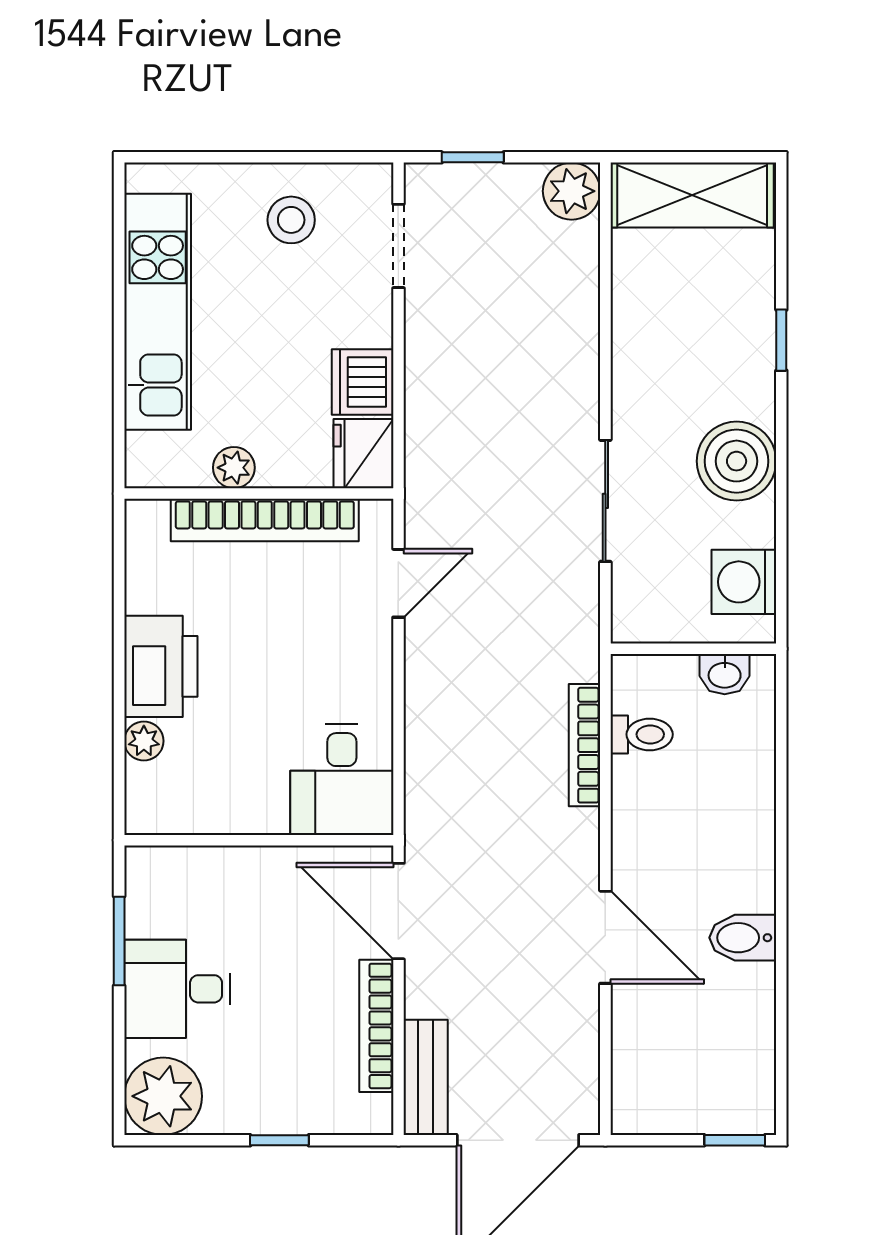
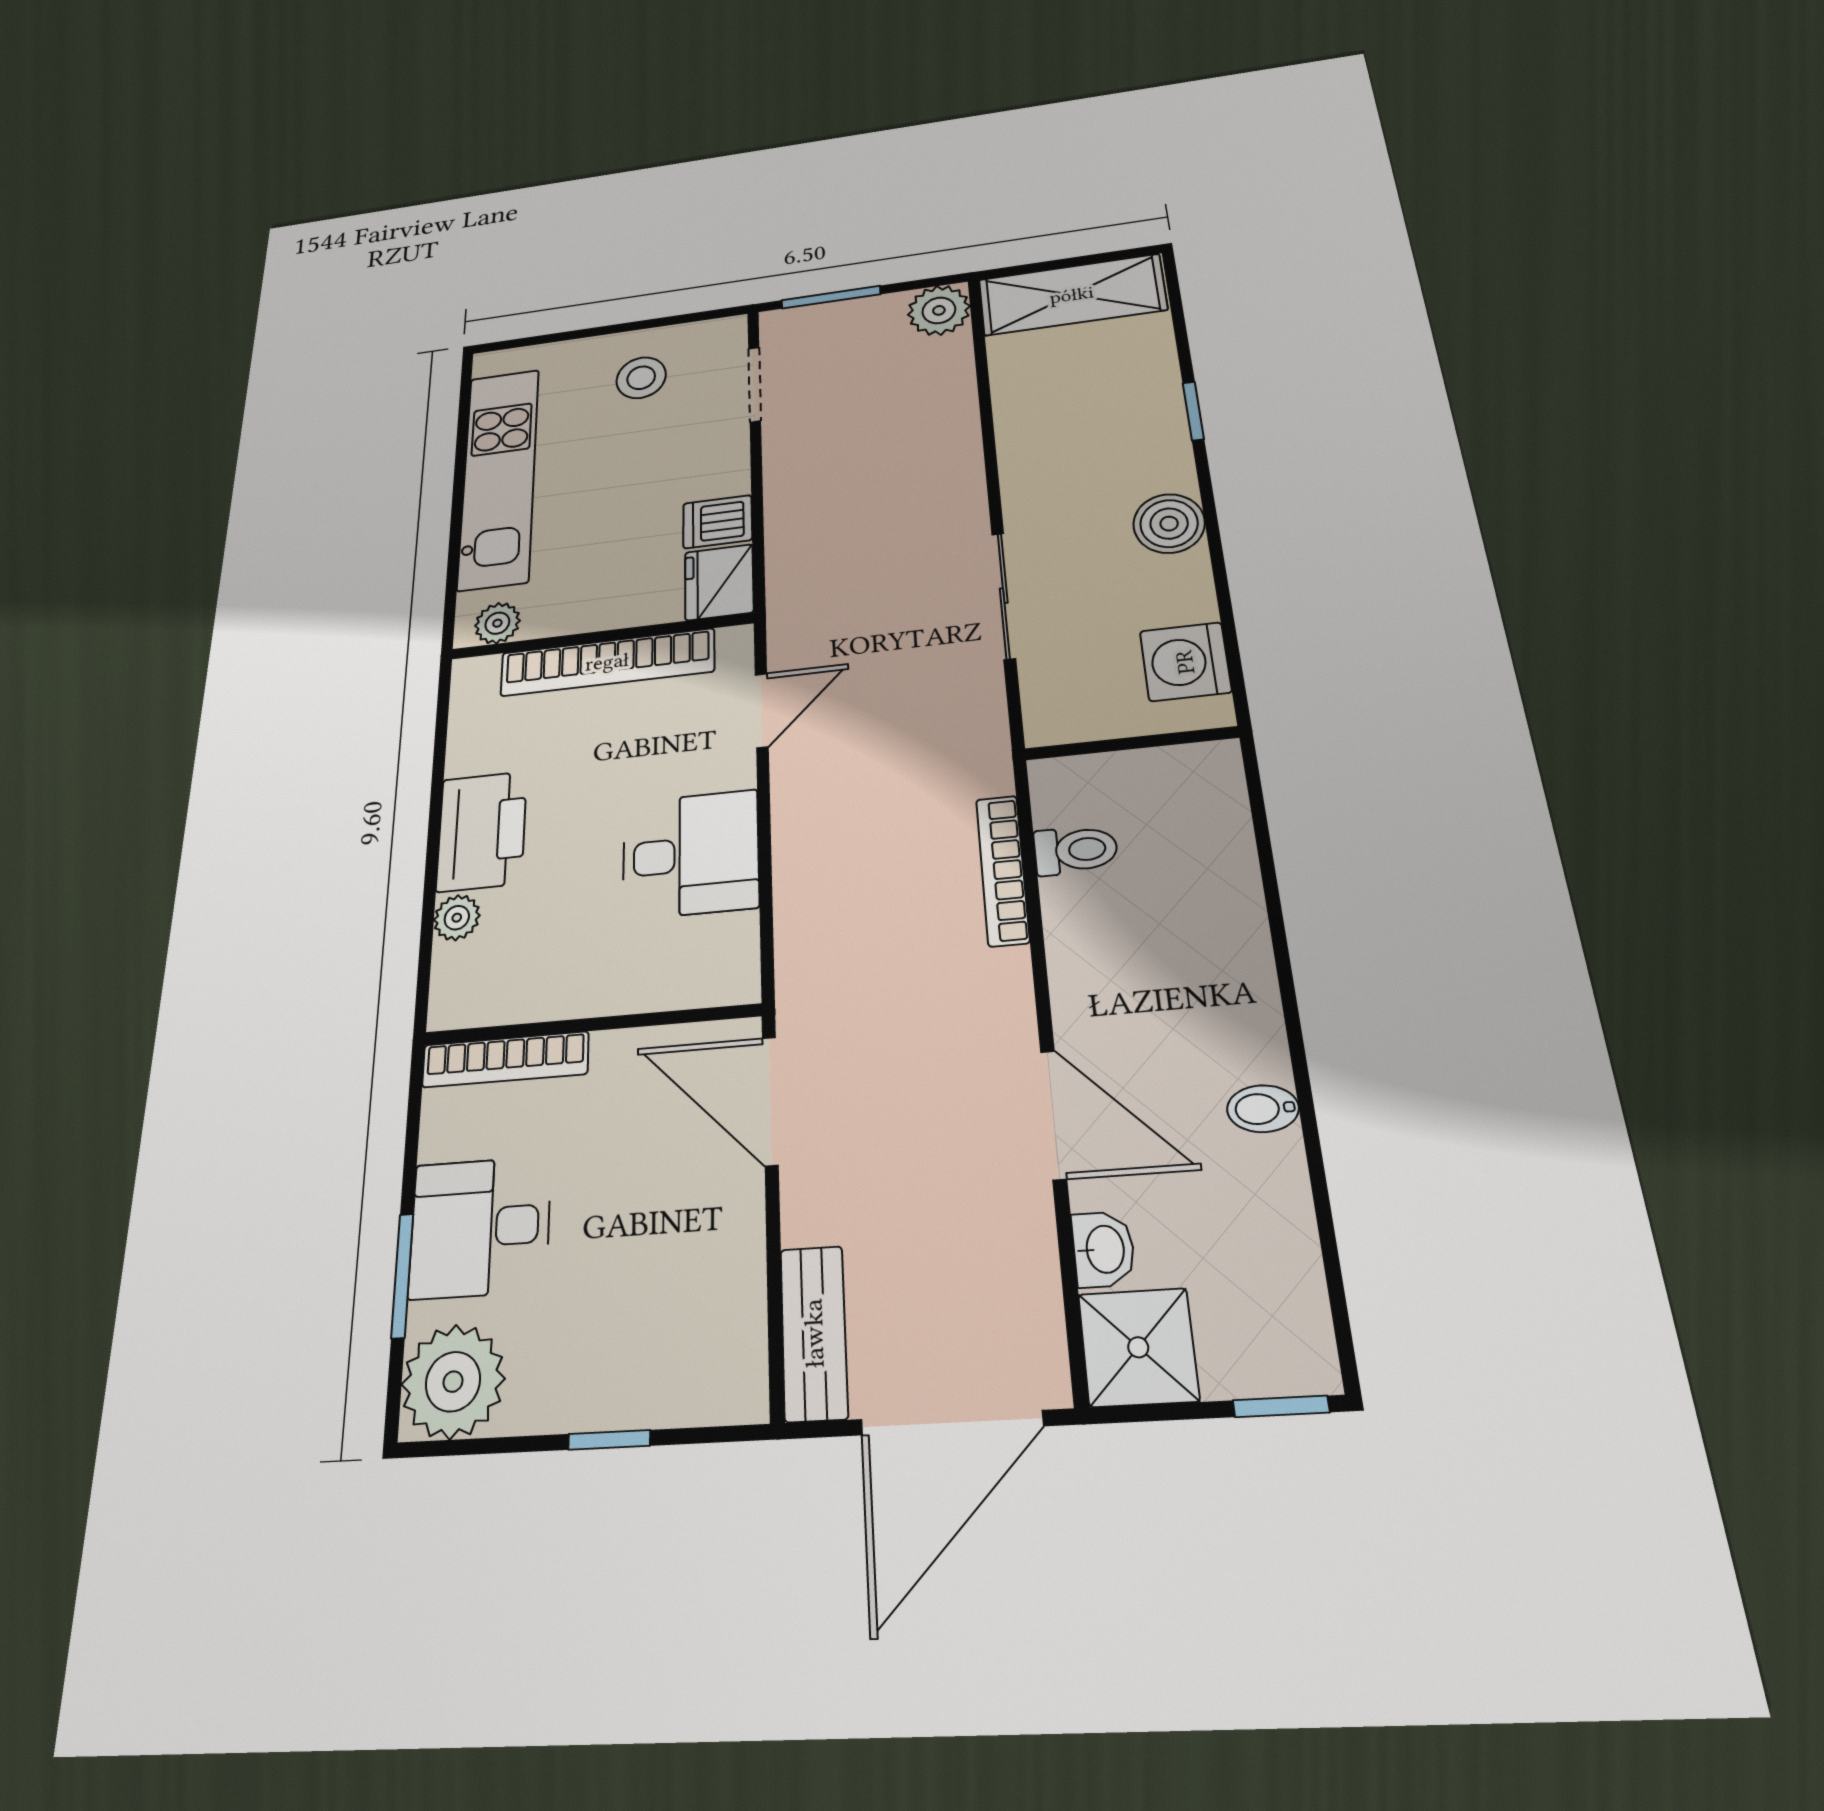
window: (473, 157) -> (831, 297), width x1.50
dishwasher: (363, 382) -> (717, 522), width x0.73
boiler: (737, 461) -> (1169, 524), width x0.73, depth x0.73
plant: (234, 468) -> (497, 623), moved
washbasin: (725, 674) -> (1103, 1249), moved, turned -90
desk: (342, 780) -> (690, 854), moved, turned -90
bidet: (743, 938) -> (1263, 1109), width x0.72, depth x0.74
window: (119, 941) -> (402, 1275), moved
bookcase: (376, 1026) -> (505, 1059), moved, turned -90
shower: (647, 1099) -> (1138, 1347), added

